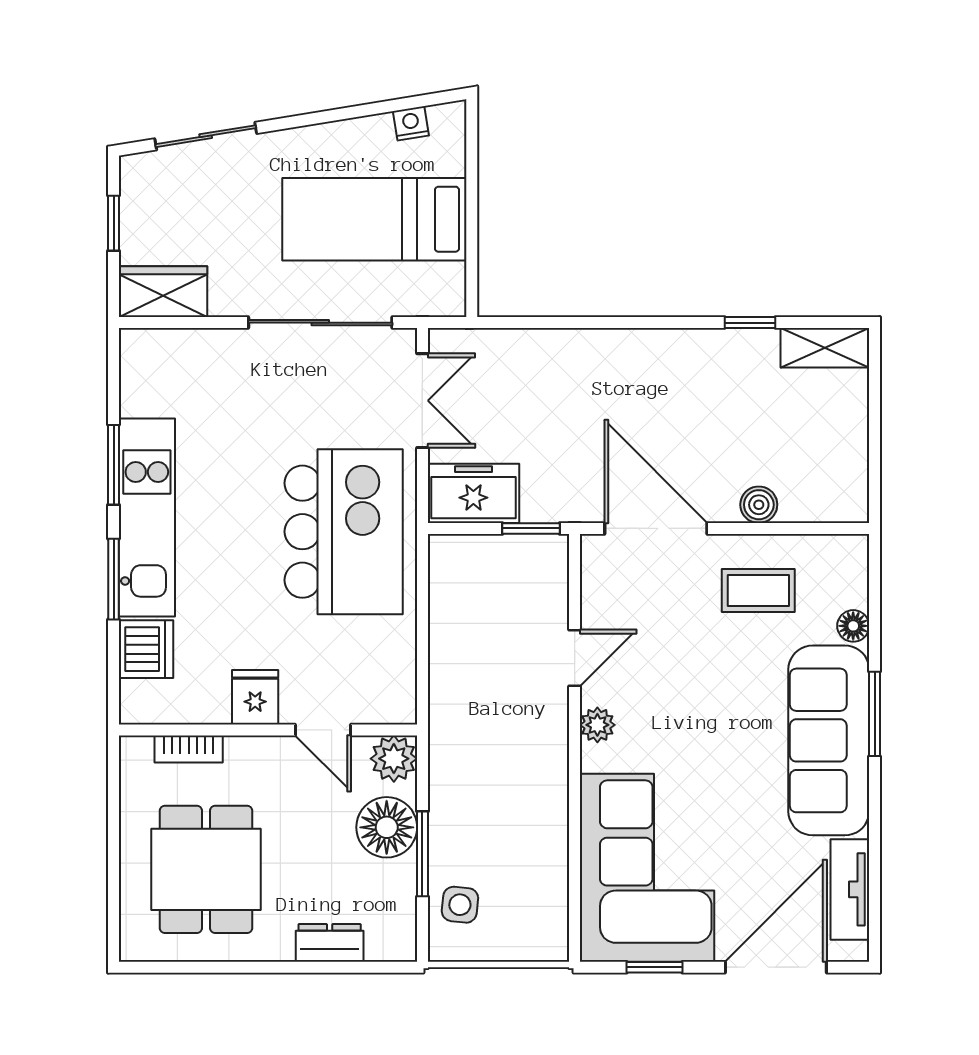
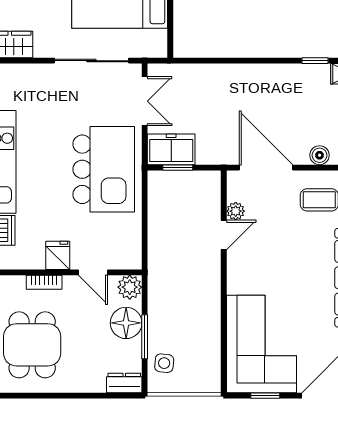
window: (531, 528) -> (178, 168), moved
plant: (597, 725) -> (236, 211), moved
bookcase: (189, 749) -> (44, 282), moved
dresser: (330, 943) -> (124, 383), moved

